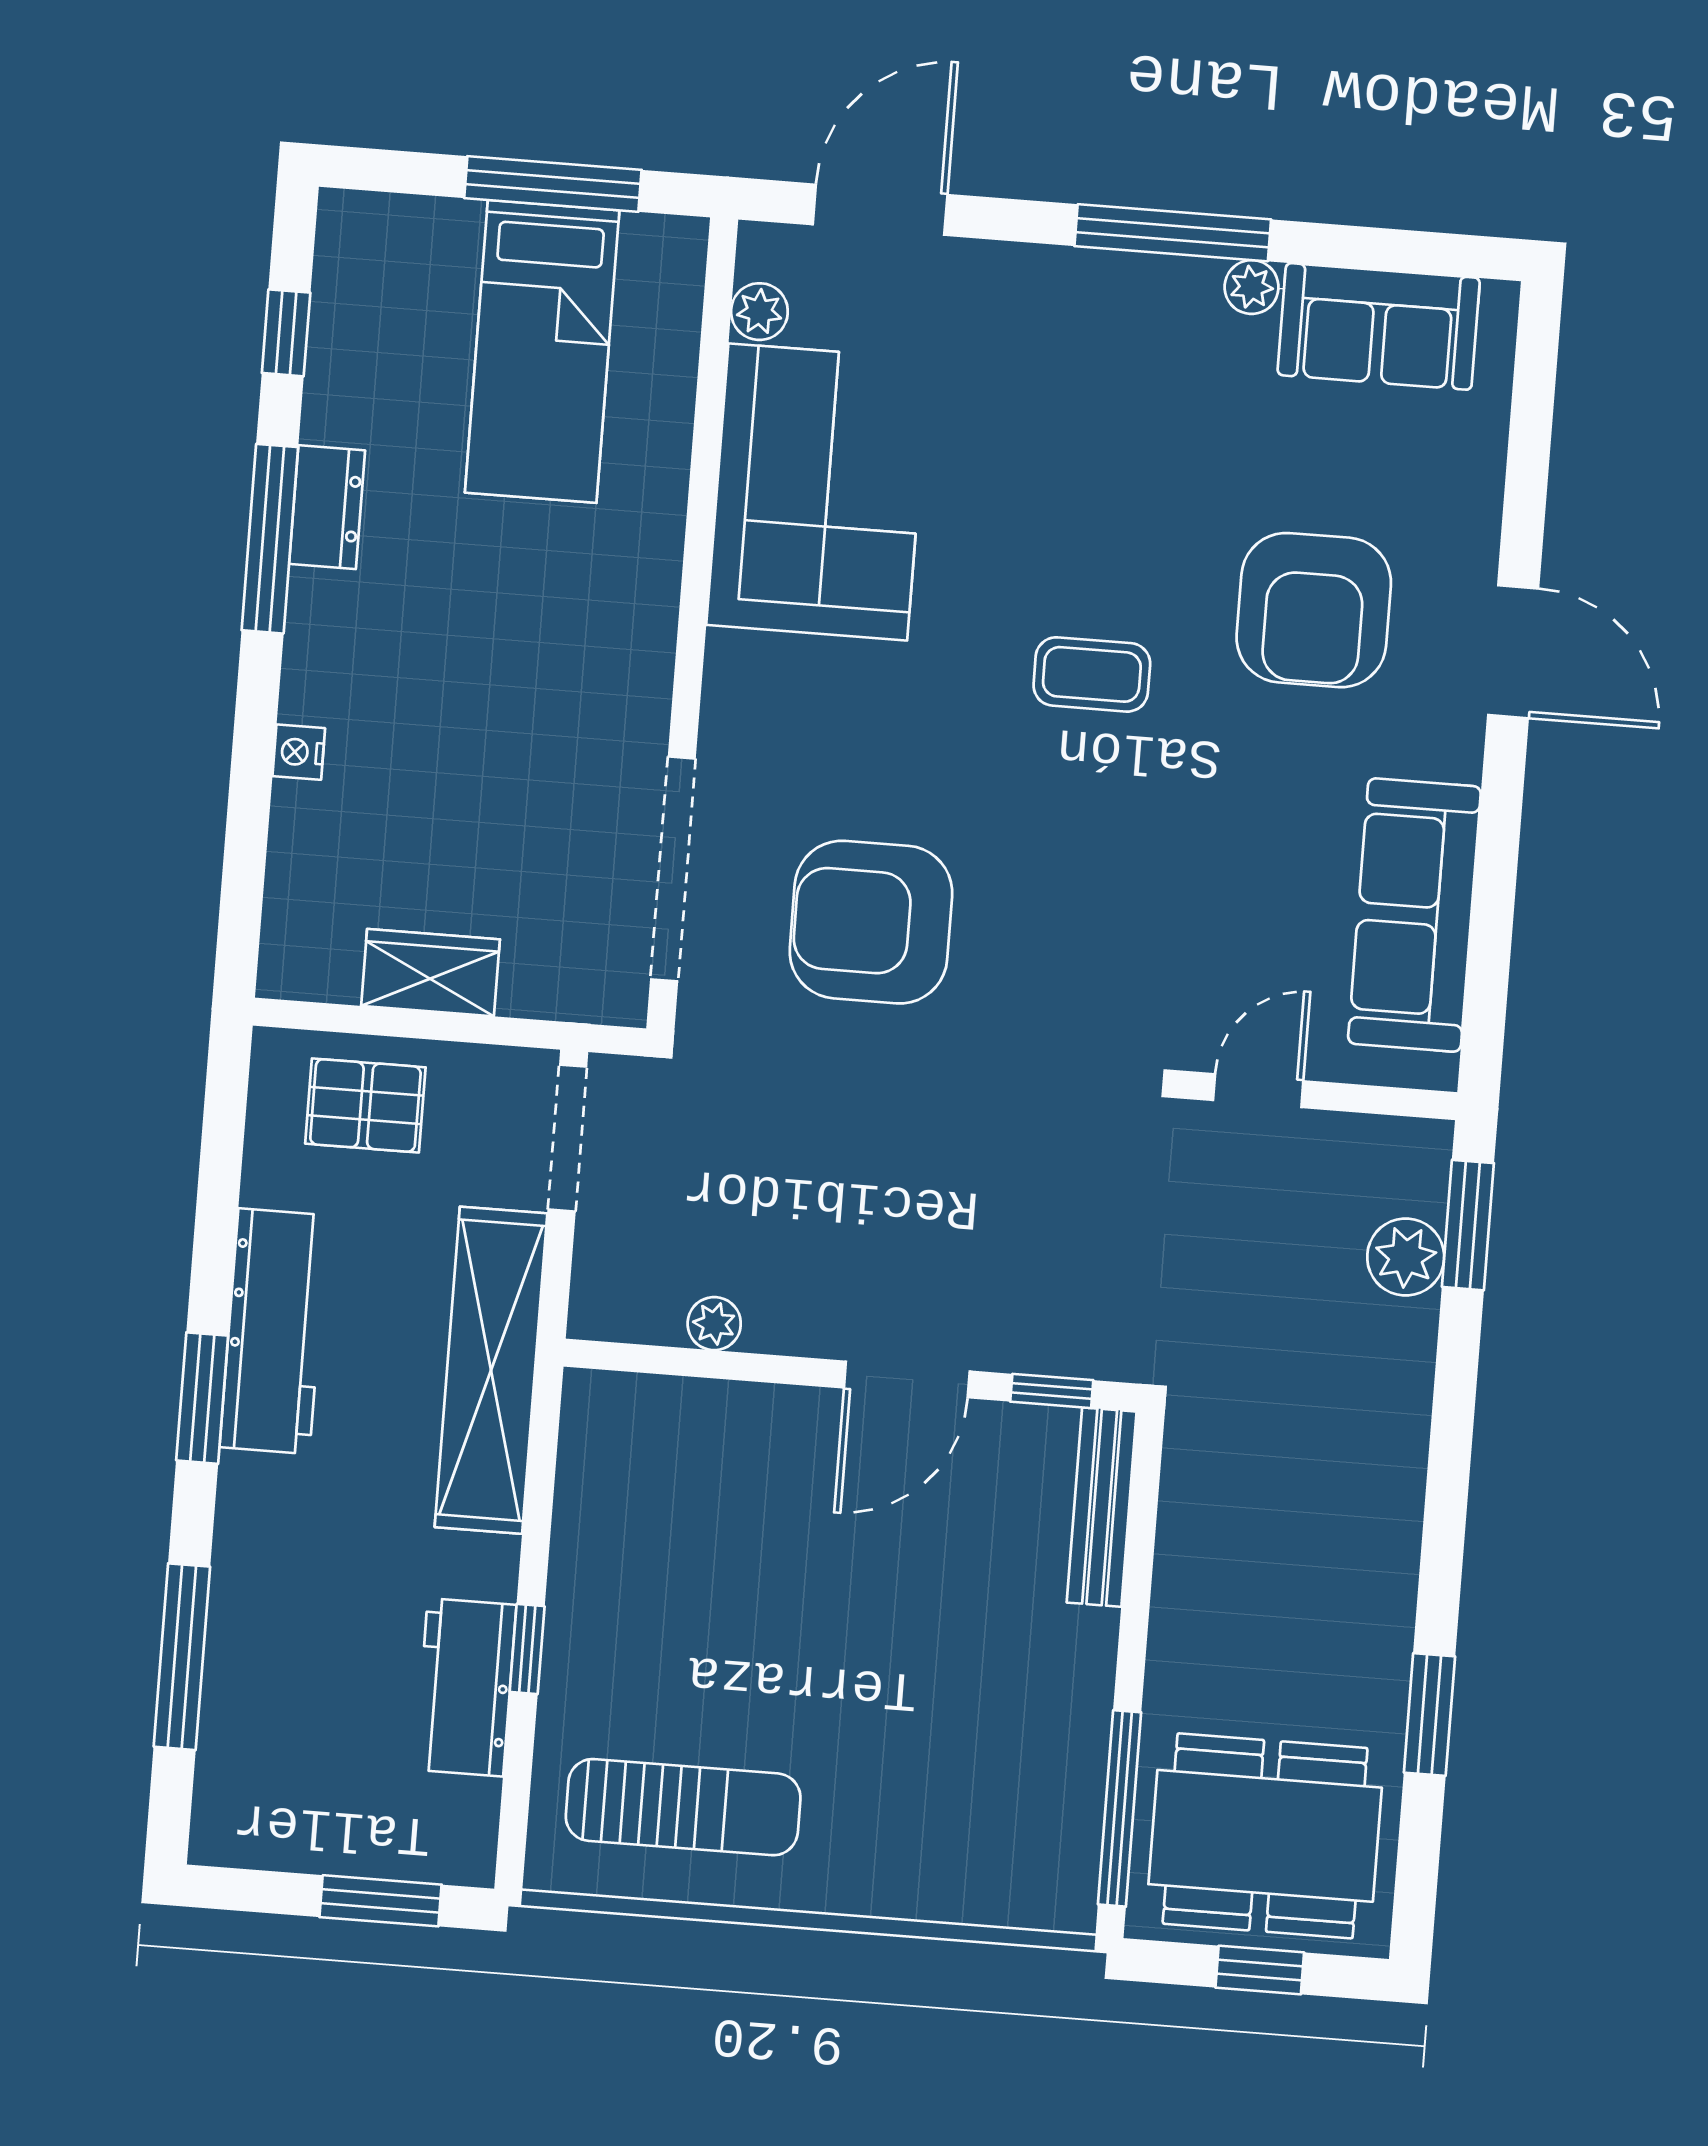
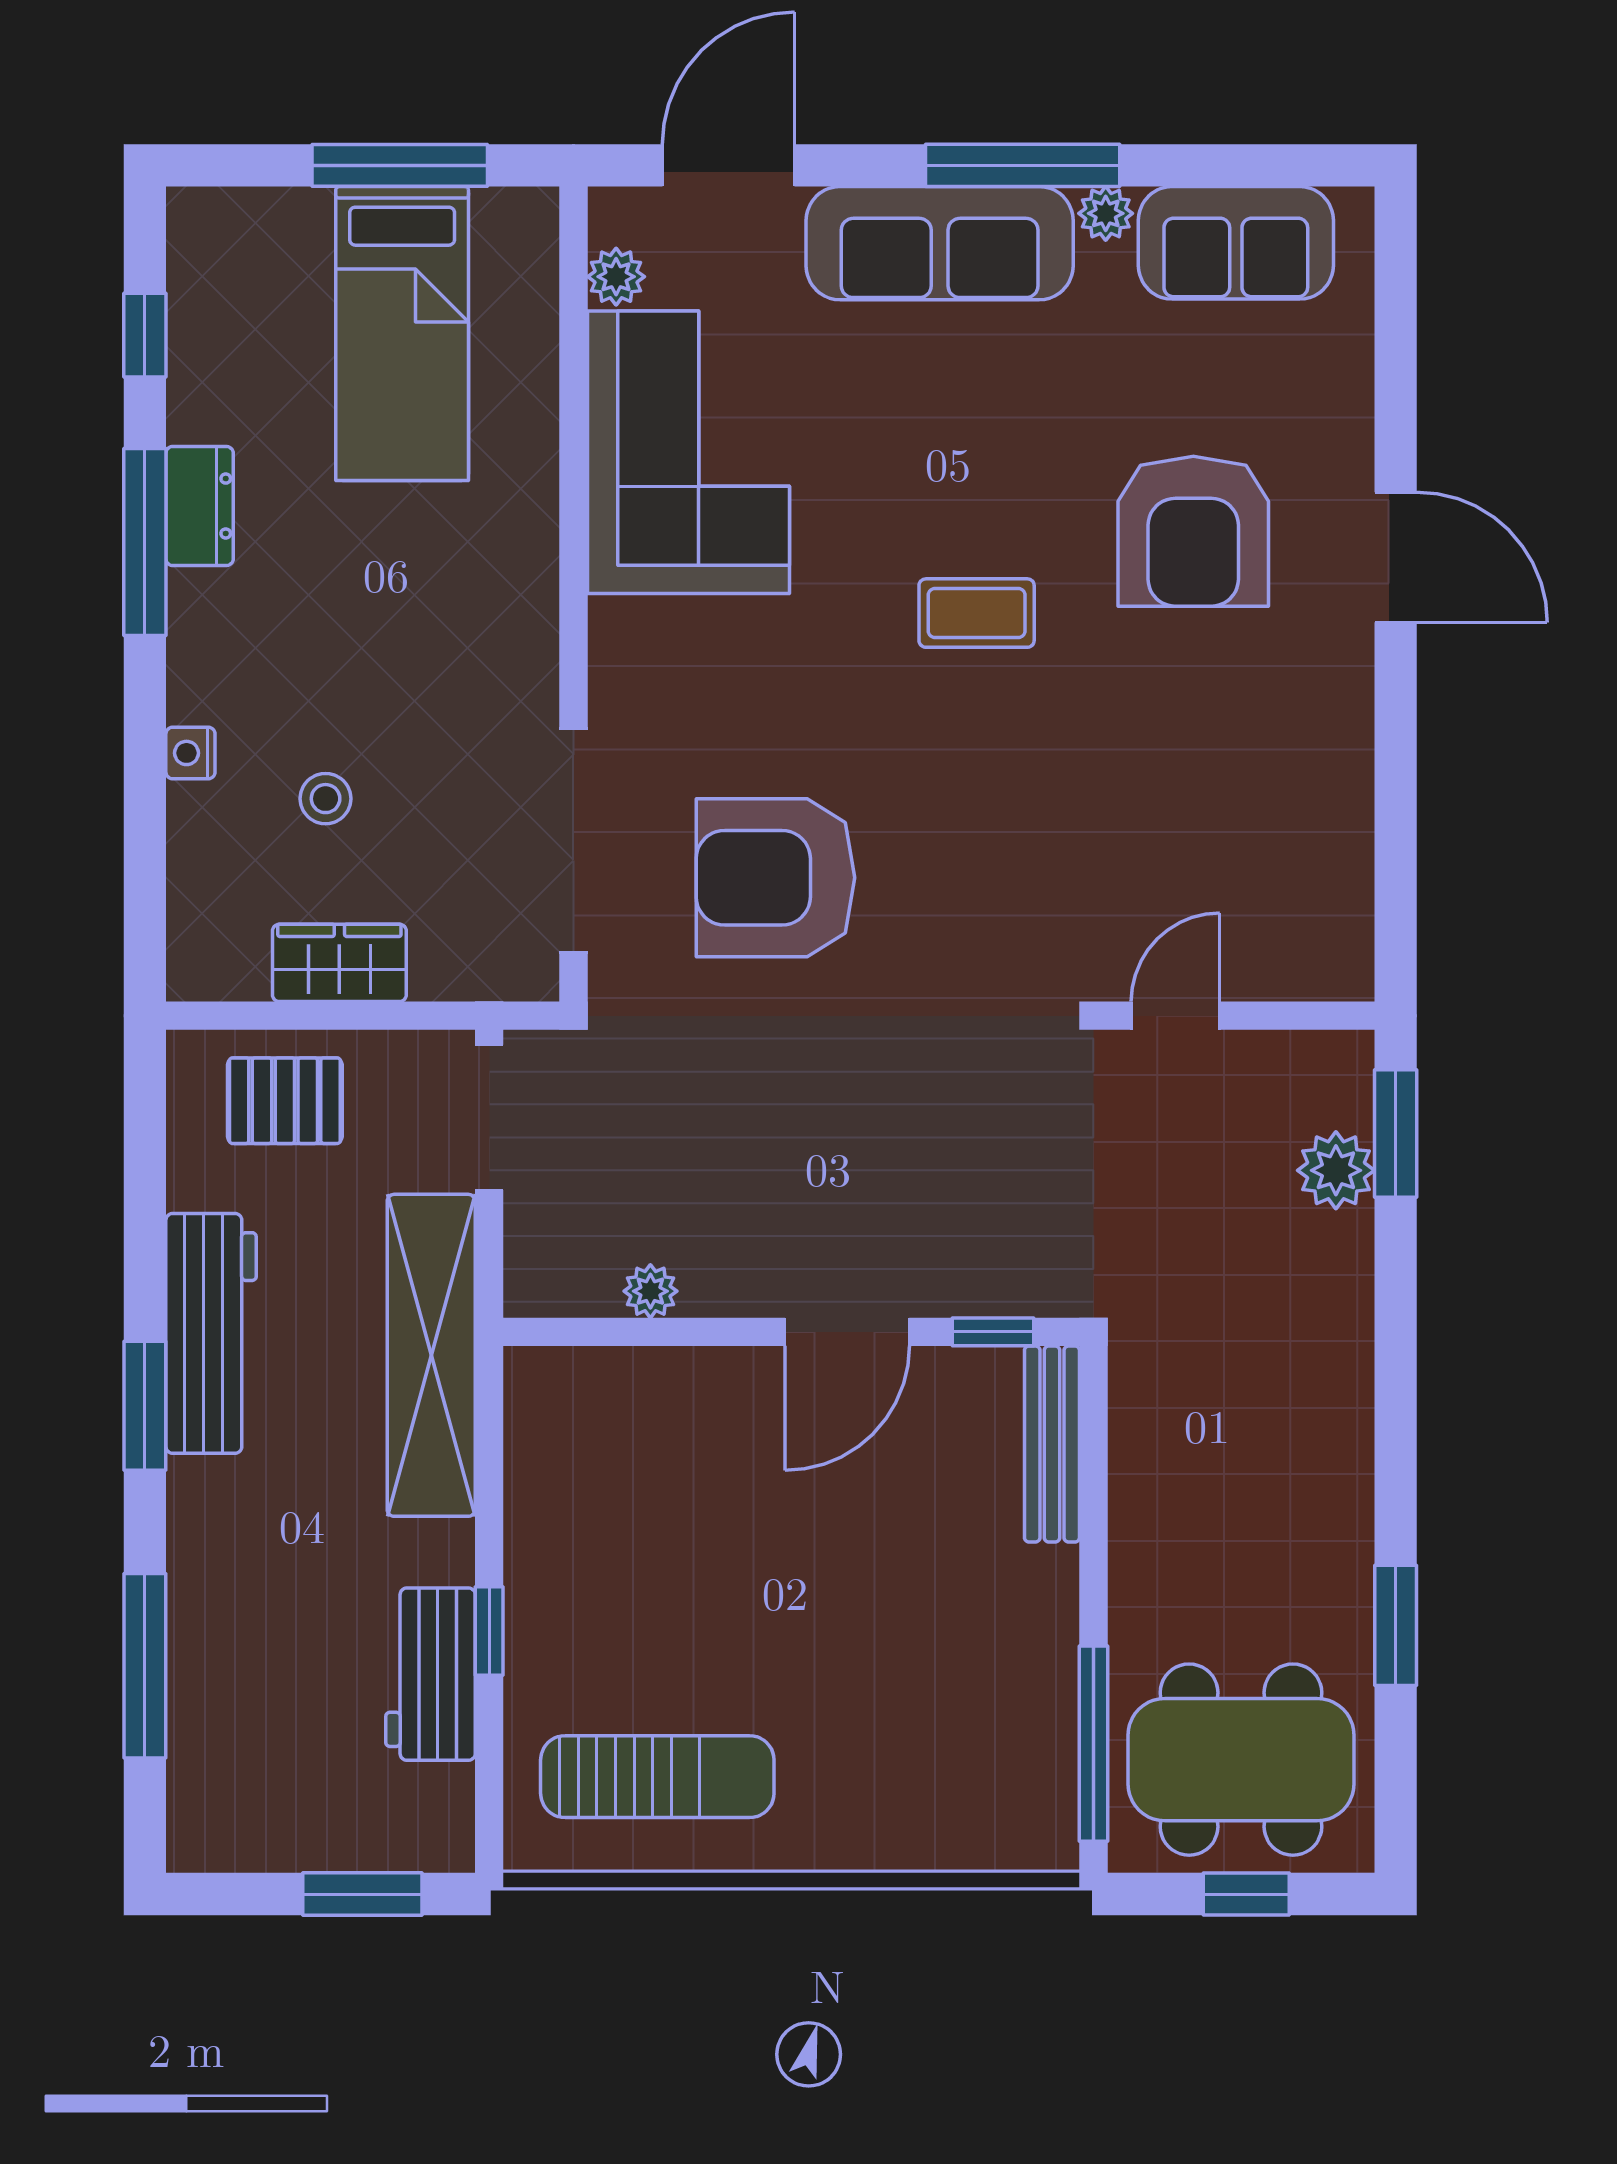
stool: (430, 808) -> (326, 799), added
sofa: (1414, 915) -> (940, 243), moved, turned -90

